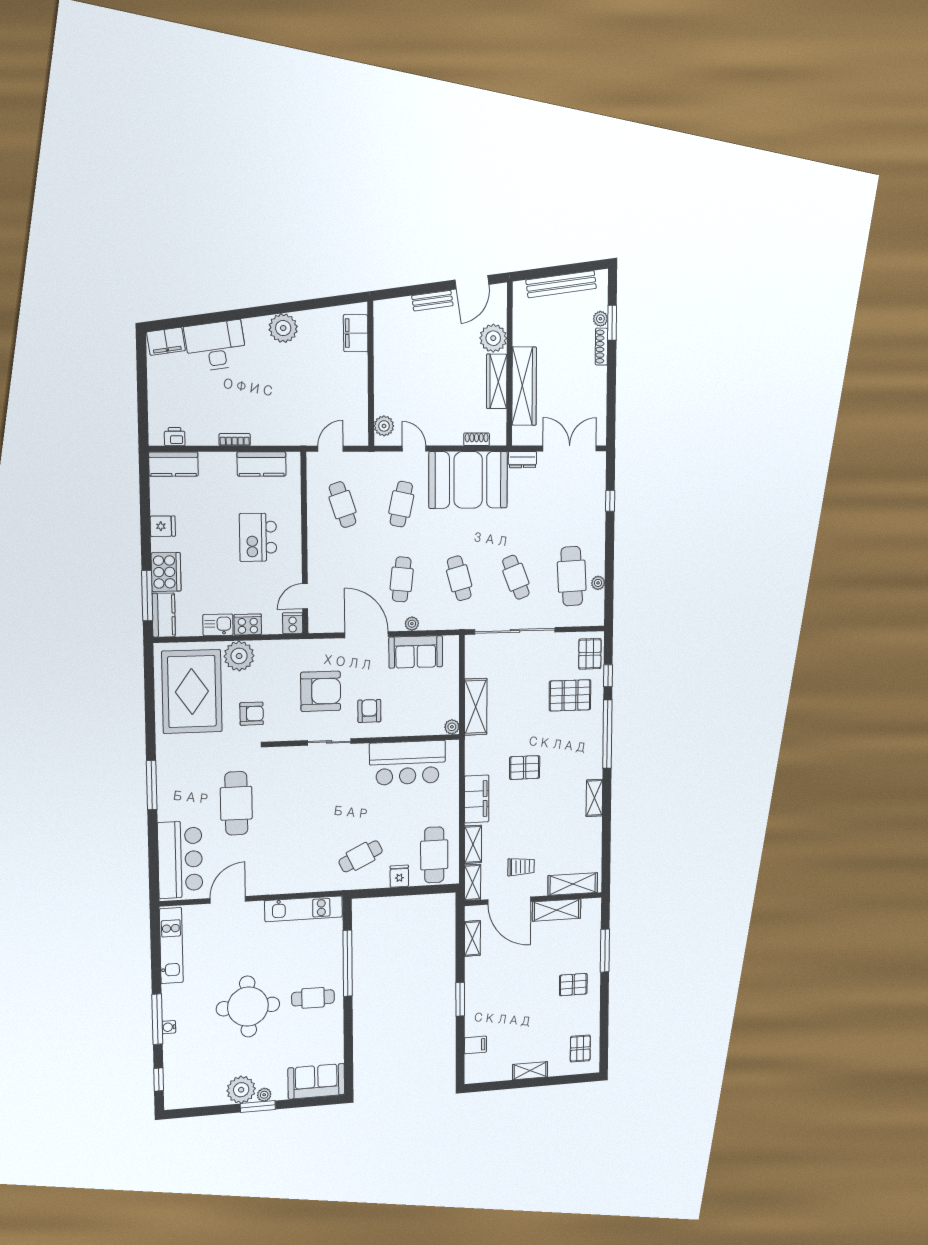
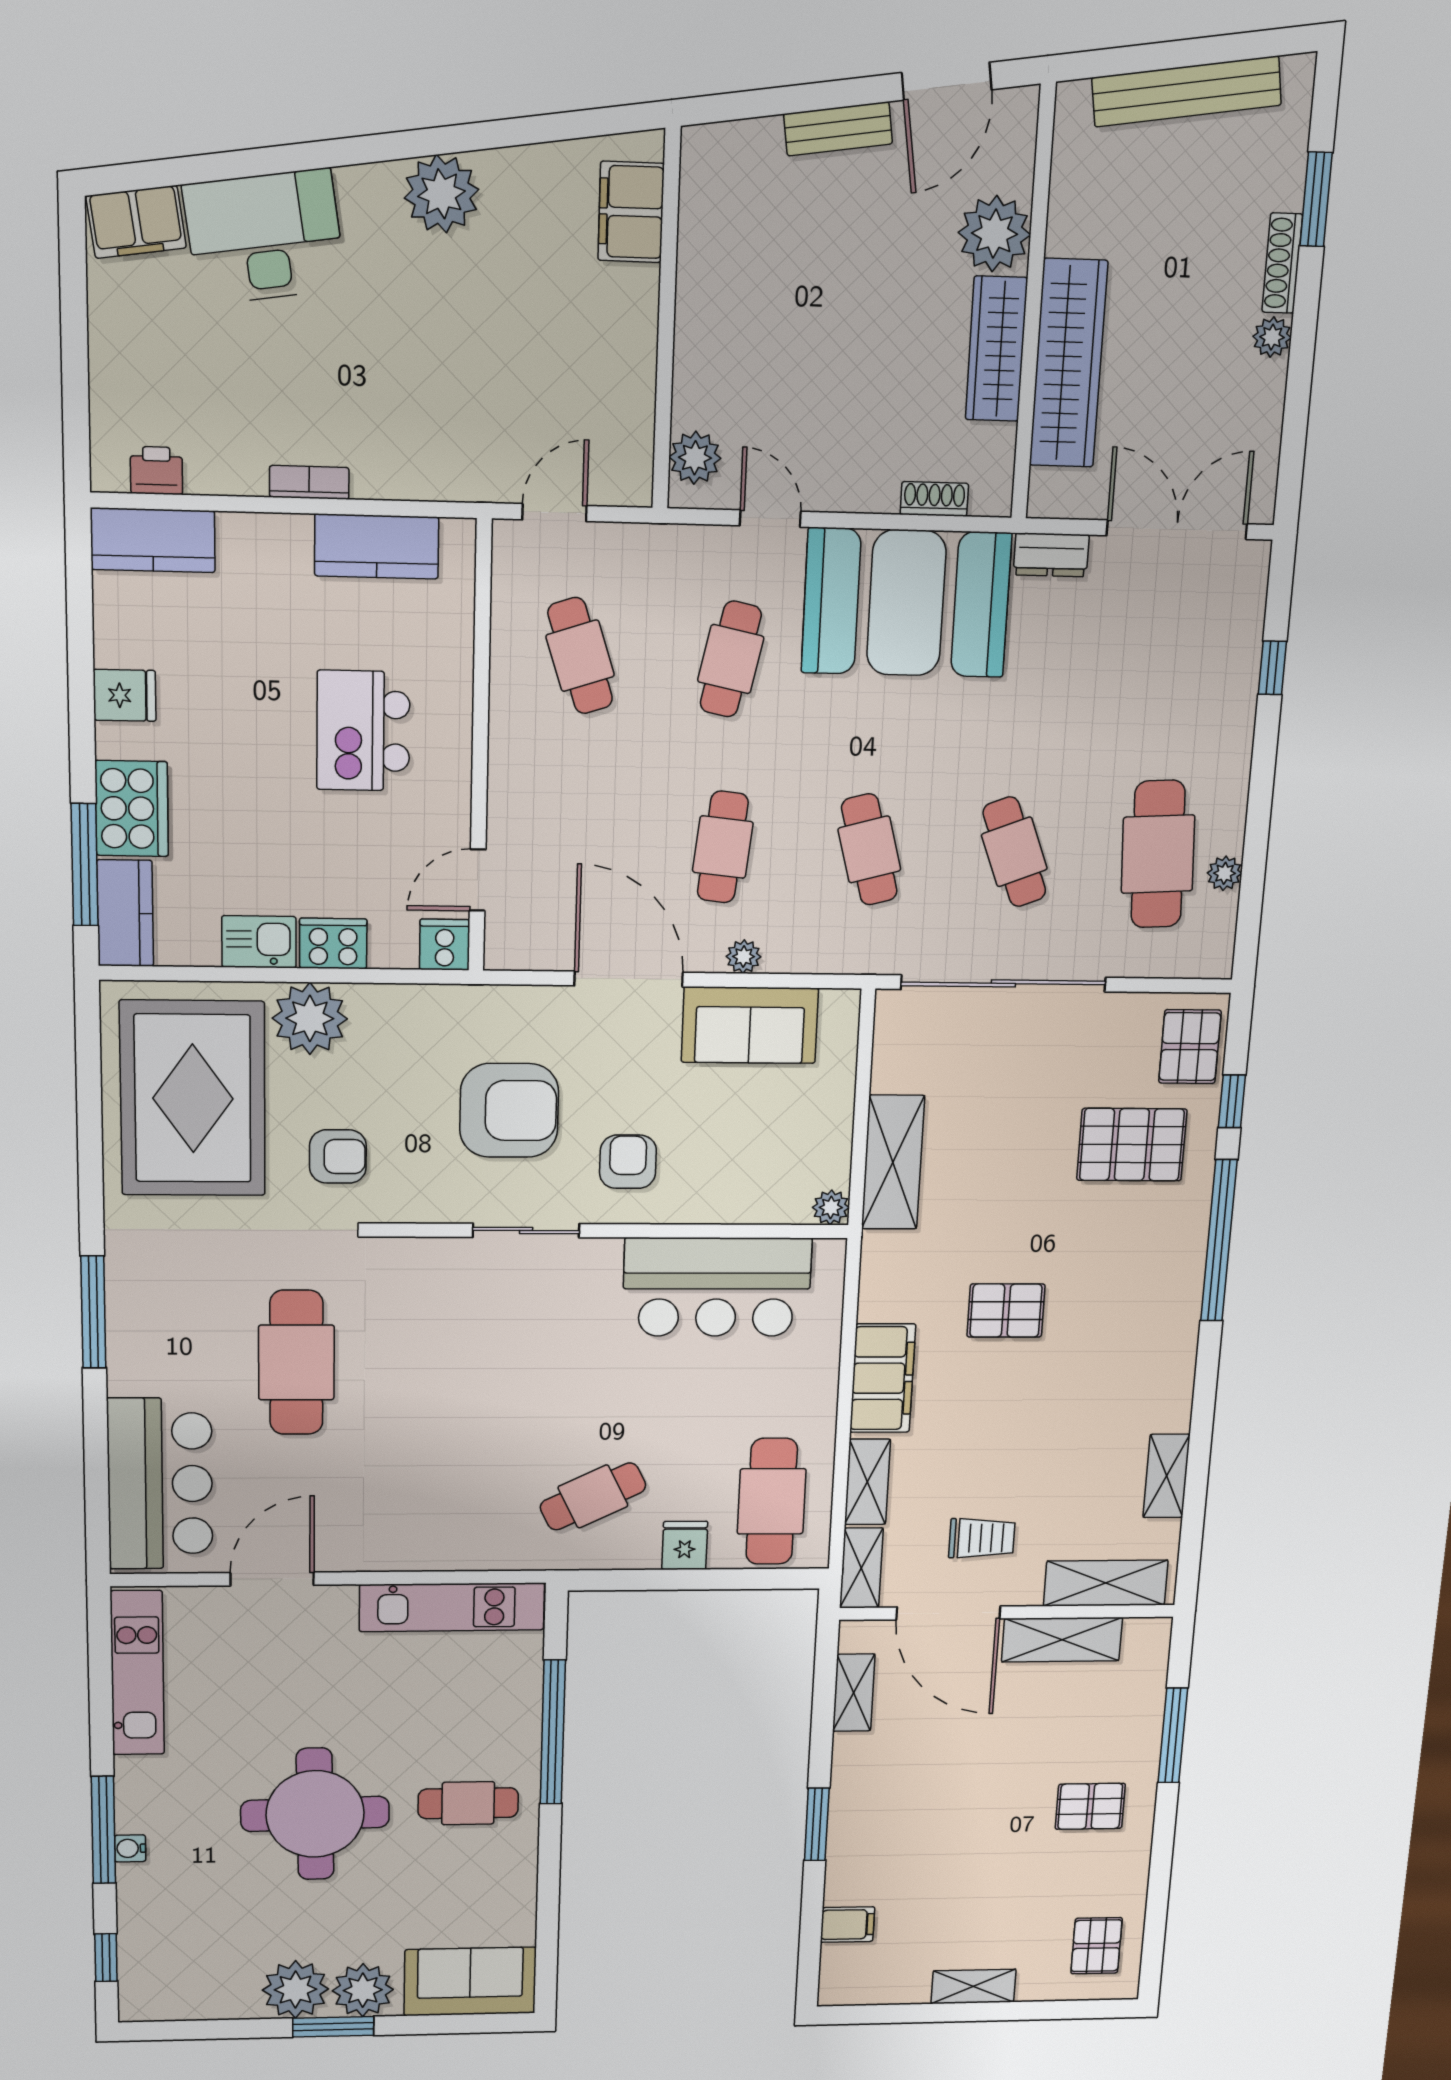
plant: (600, 319) -> (1272, 337), moved
shelving: (594, 798) -> (1167, 1476), moved
plant: (264, 1095) -> (363, 1990), width x1.88, depth x1.88

